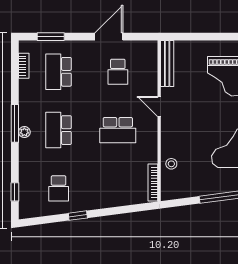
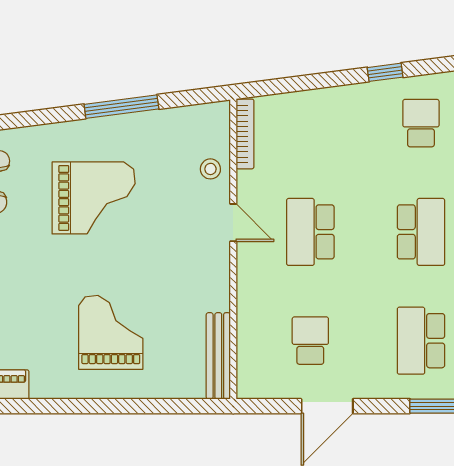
school desk: (59, 72) -> (421, 341), turned 180
door: (159, 107) -> (233, 223), moved
school desk: (118, 130) -> (310, 232), turned -90

